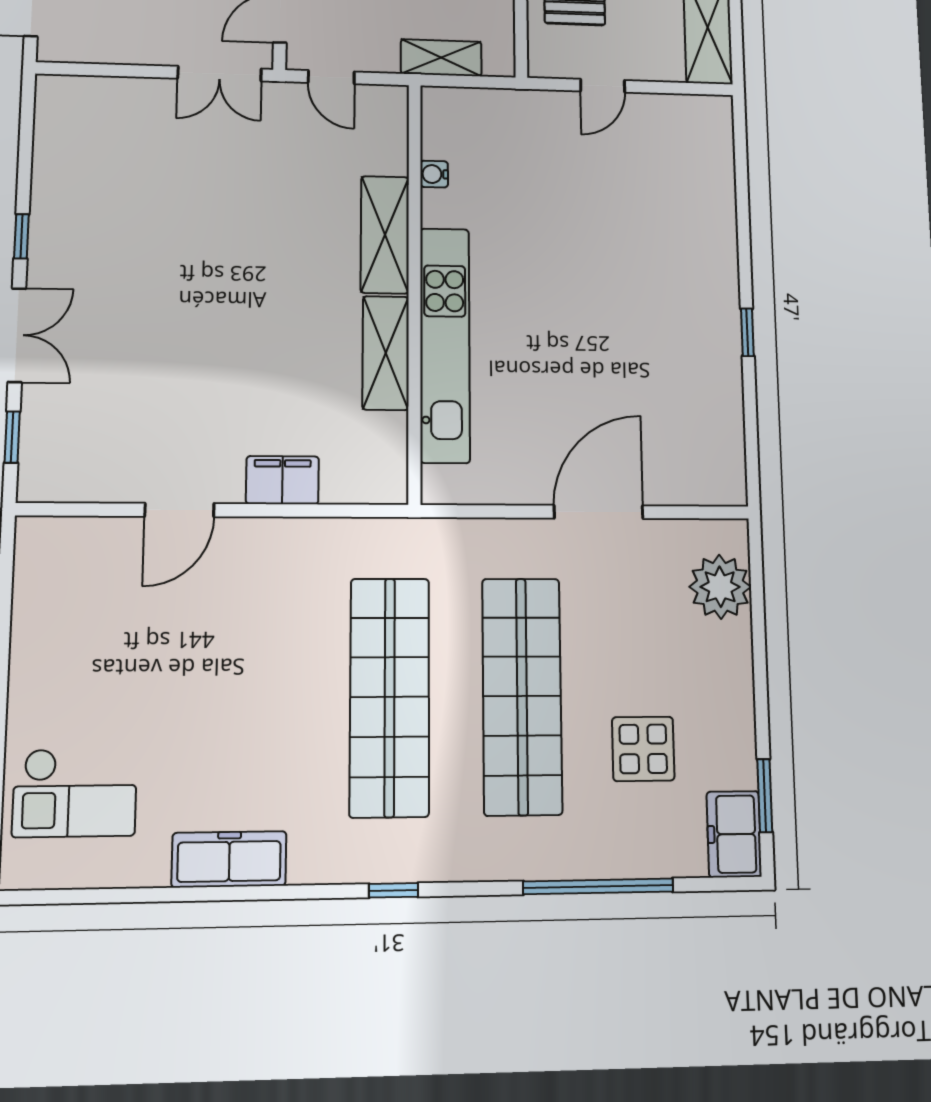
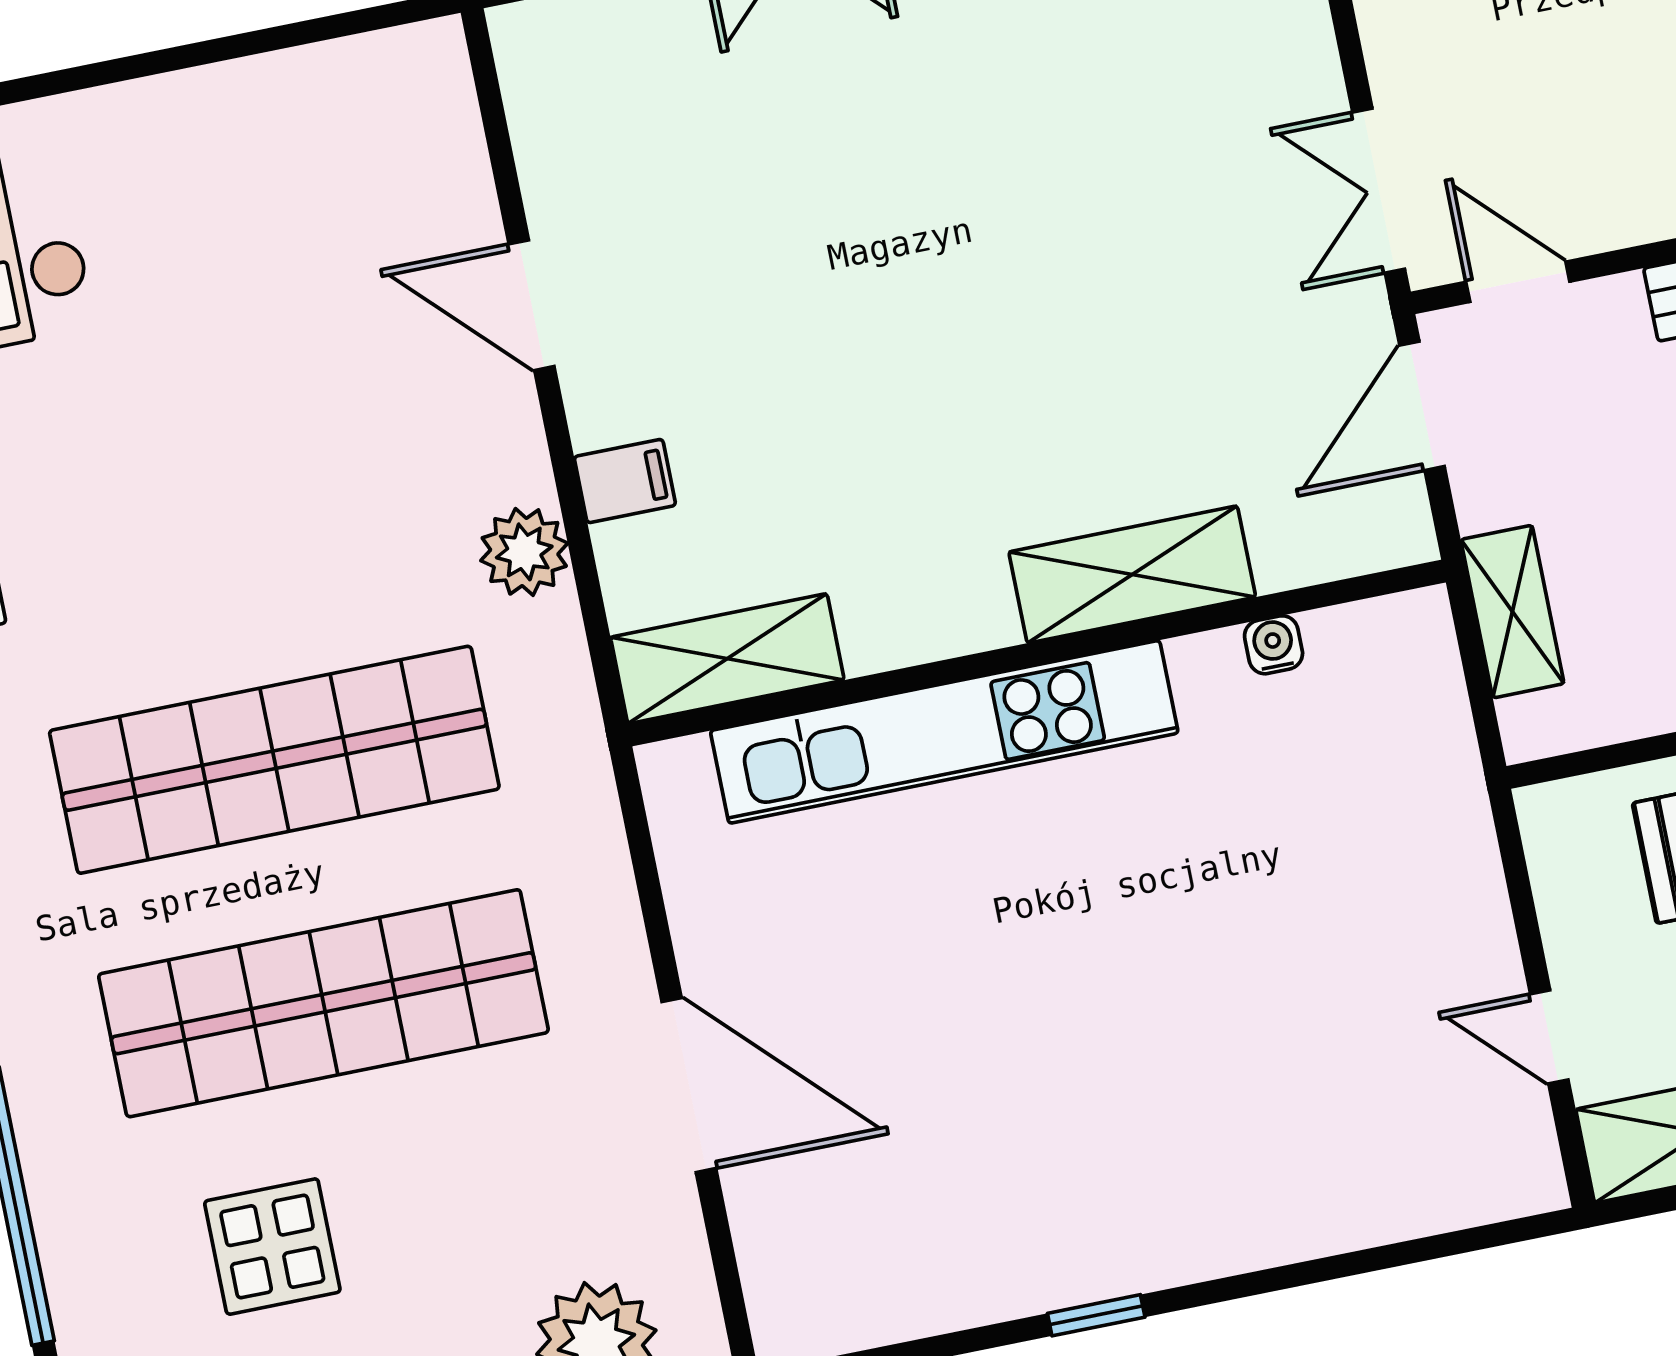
door: (331, 77) -> (1422, 406), width x1.37
door: (603, 86) -> (1549, 1037), moved
shelving: (386, 353) -> (727, 659), moved
filing cabinet: (282, 480) -> (625, 481), width x0.50
plant: (308, 541) -> (524, 552), added

